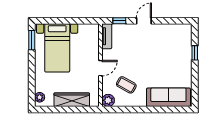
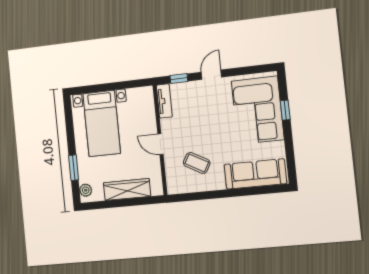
window: (32, 40) -> (74, 168), moved
corner sofa: (175, 51) -> (258, 110), added
door: (101, 68) -> (160, 144), swing flipped
plant: (108, 100) -> (175, 186), removed

